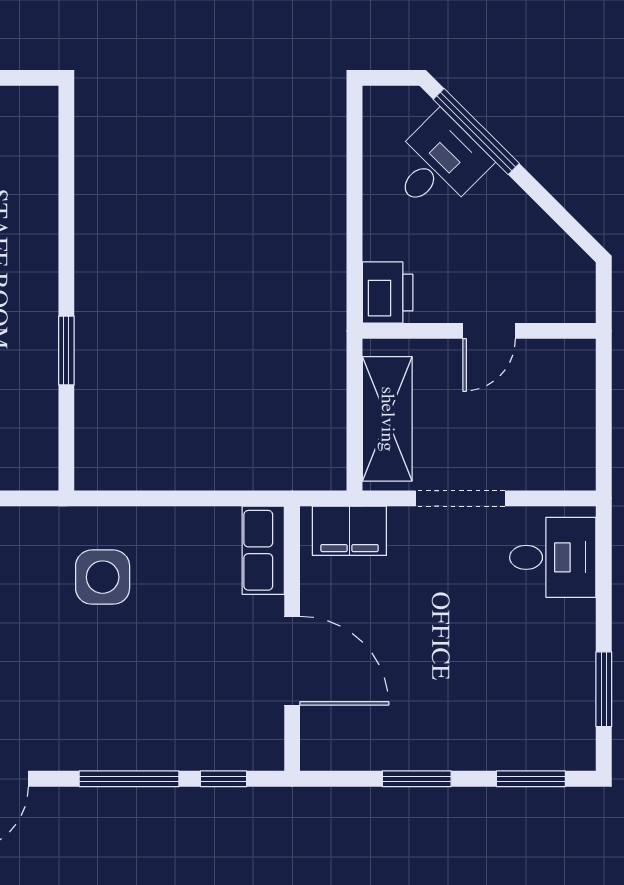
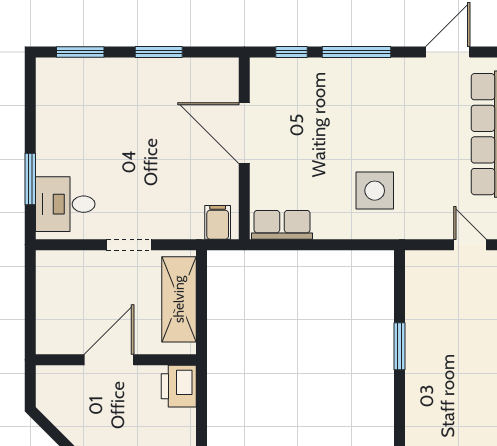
door: (489, 331) -> (109, 360), width x1.38
doorway: (460, 498) -> (129, 245), width x0.73
filing cabinet: (349, 531) -> (218, 222), width x0.50
row of seats: (263, 550) -> (282, 225), moved, turned -90
window: (604, 689) -> (30, 179), moved

